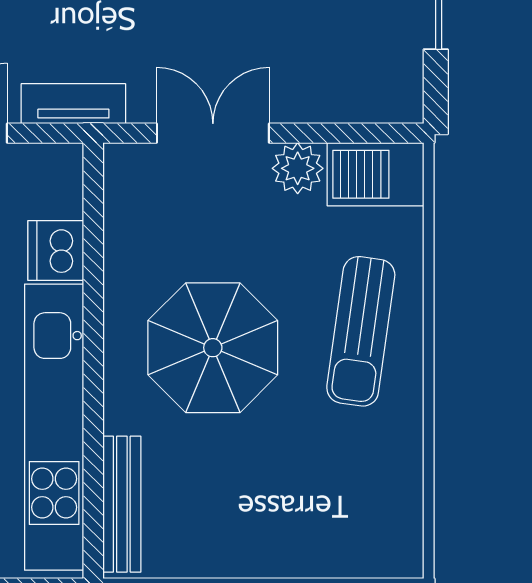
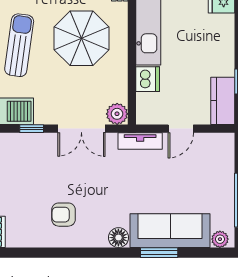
window: (331, 133) -> (32, 129), added
plant: (298, 168) -> (117, 114), moved

